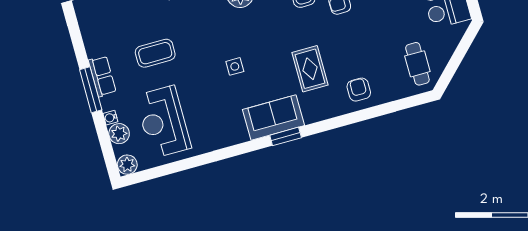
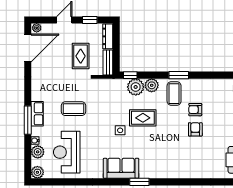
rug: (310, 69) -> (143, 118), moved, turned 90
armchair: (359, 90) -> (195, 129), moved
sofa: (273, 118) -> (121, 168), moved

